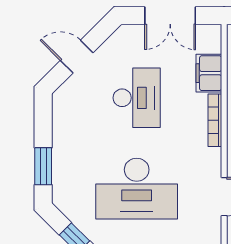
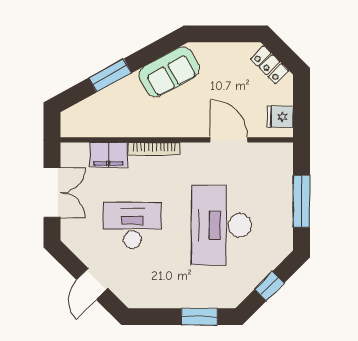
desk: (137, 189) -> (221, 225), turned 180

